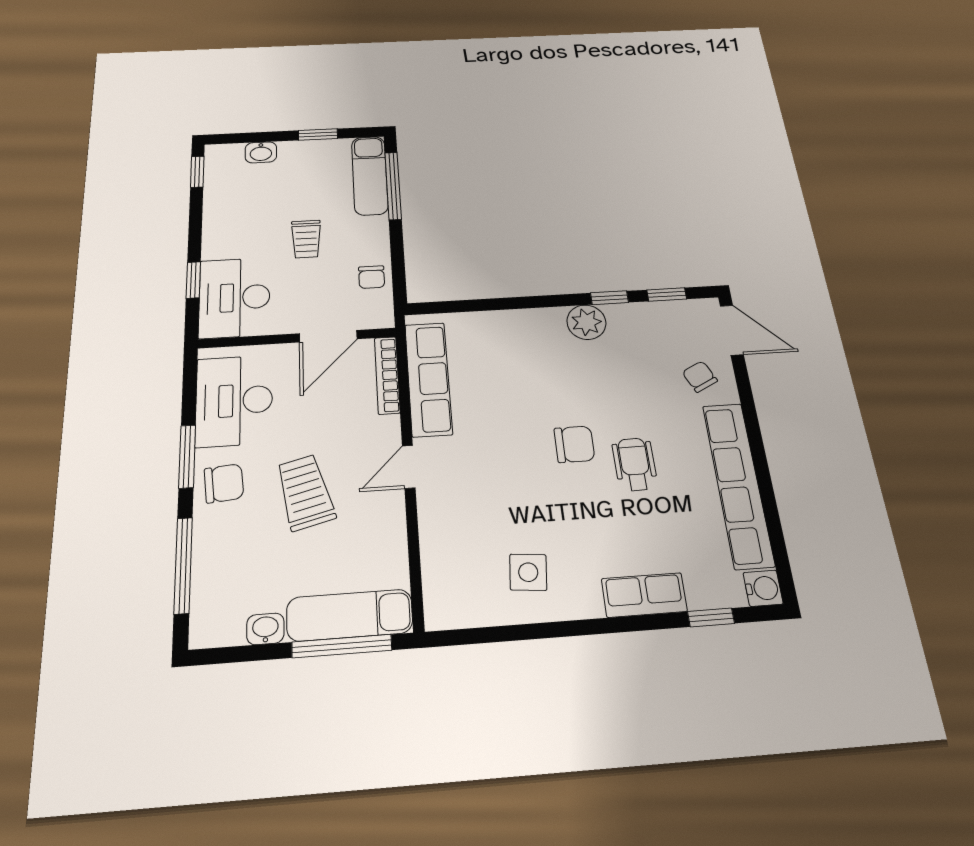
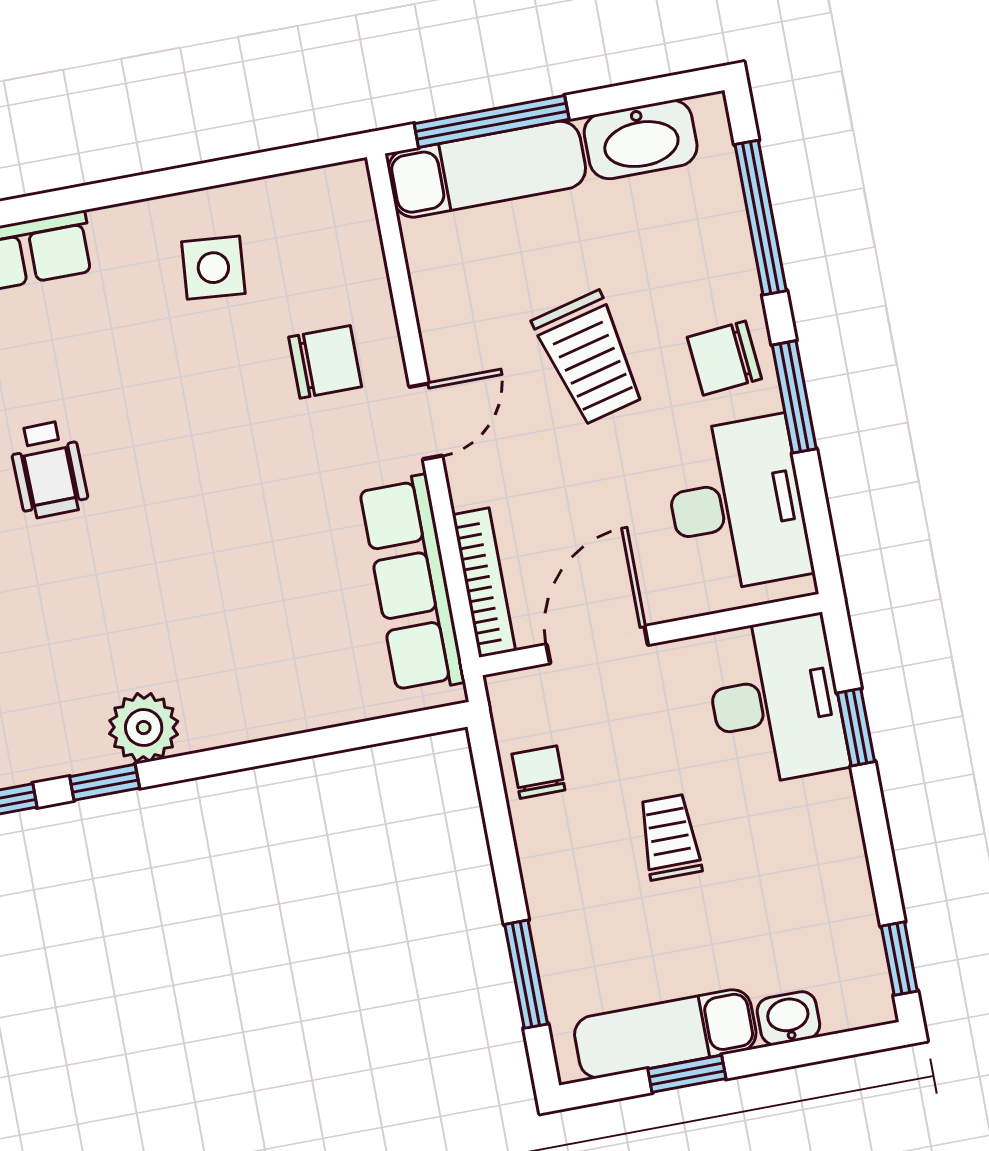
exam couch: (370, 175) -> (665, 1034), moved, turned -90
window: (393, 186) -> (526, 974), width x0.69
chair: (574, 444) -> (325, 362), moved, turned 180
washbasin: (265, 629) -> (641, 140), width x1.91, depth x1.45

